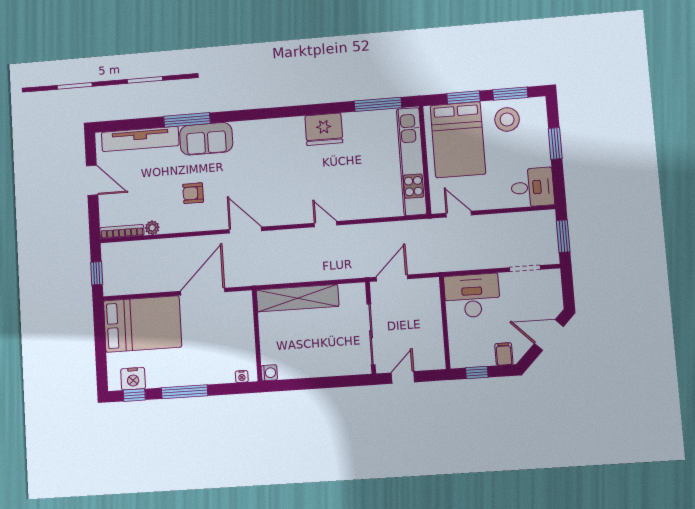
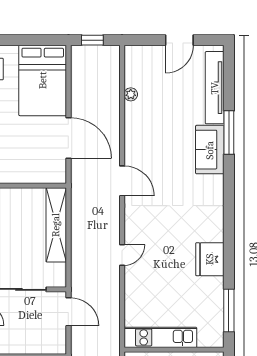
kitchen unit: (412, 161) -> (160, 337), width x0.73
armchair: (193, 193) -> (160, 134), removed
door: (245, 230) -> (122, 181), hinge flipped
bookcase: (122, 232) -> (129, 66), removed

